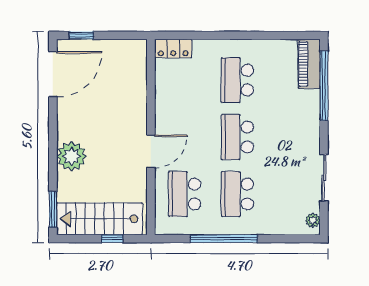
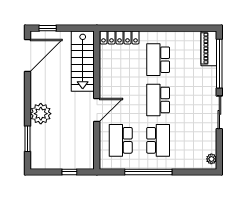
locker: (173, 49) -> (120, 37), width x1.53
sliding door: (324, 178) -> (219, 112), moved
school desk: (237, 194) -> (158, 140), turned 180
window: (53, 209) -> (28, 139), moved
stairs: (100, 219) -> (83, 61), moved, turned -90

